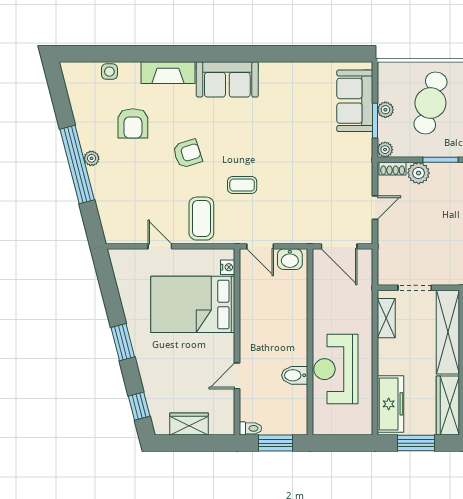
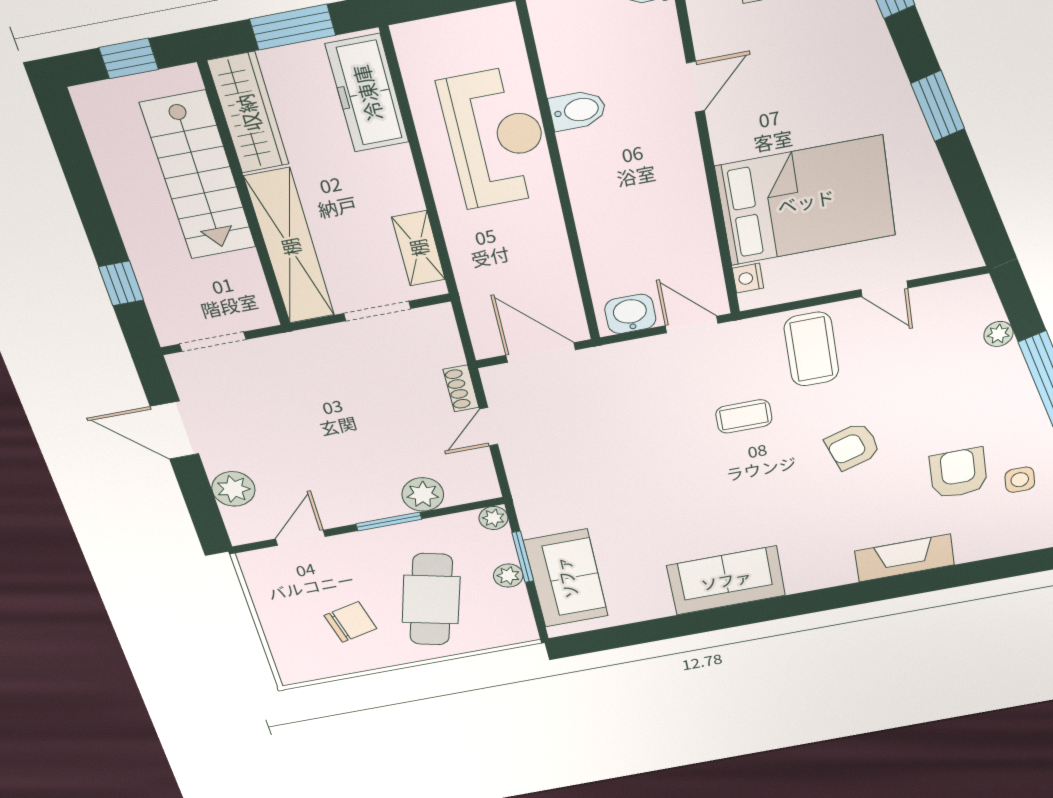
side table: (109, 72) -> (1020, 480), moved
sofa: (227, 79) -> (726, 580), moved
plant: (92, 158) -> (998, 334), moved
shoe rack: (393, 169) -> (461, 388), moved, turned -90

